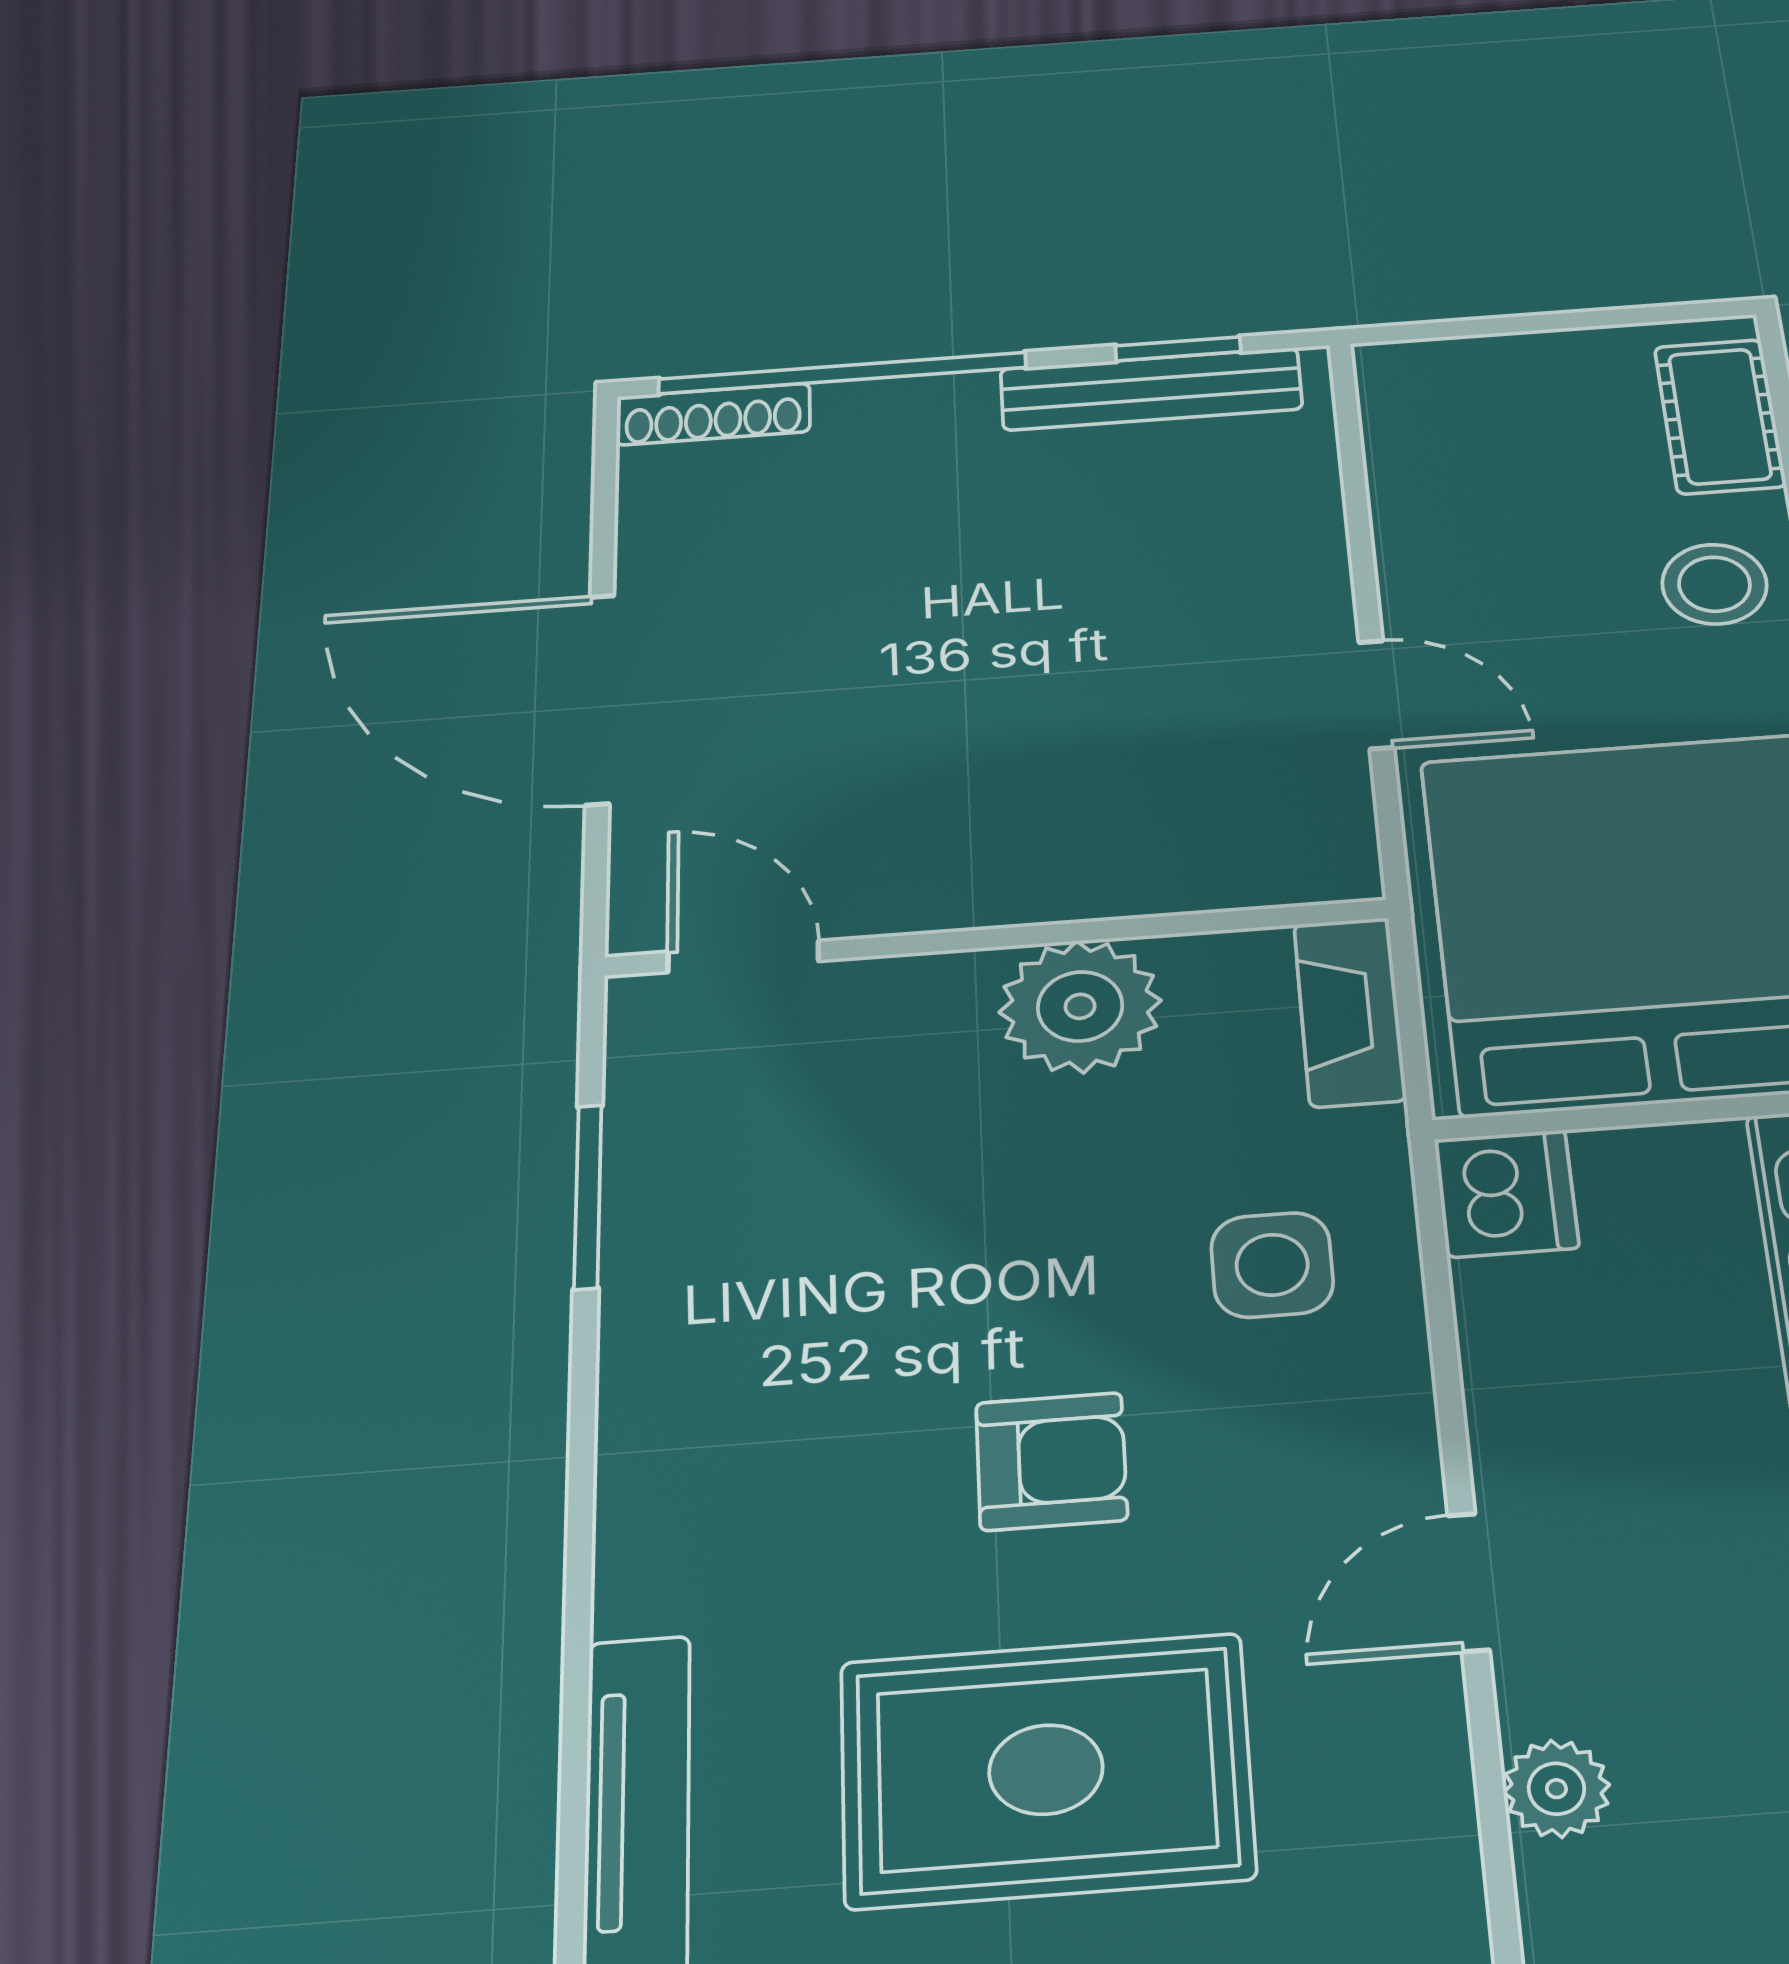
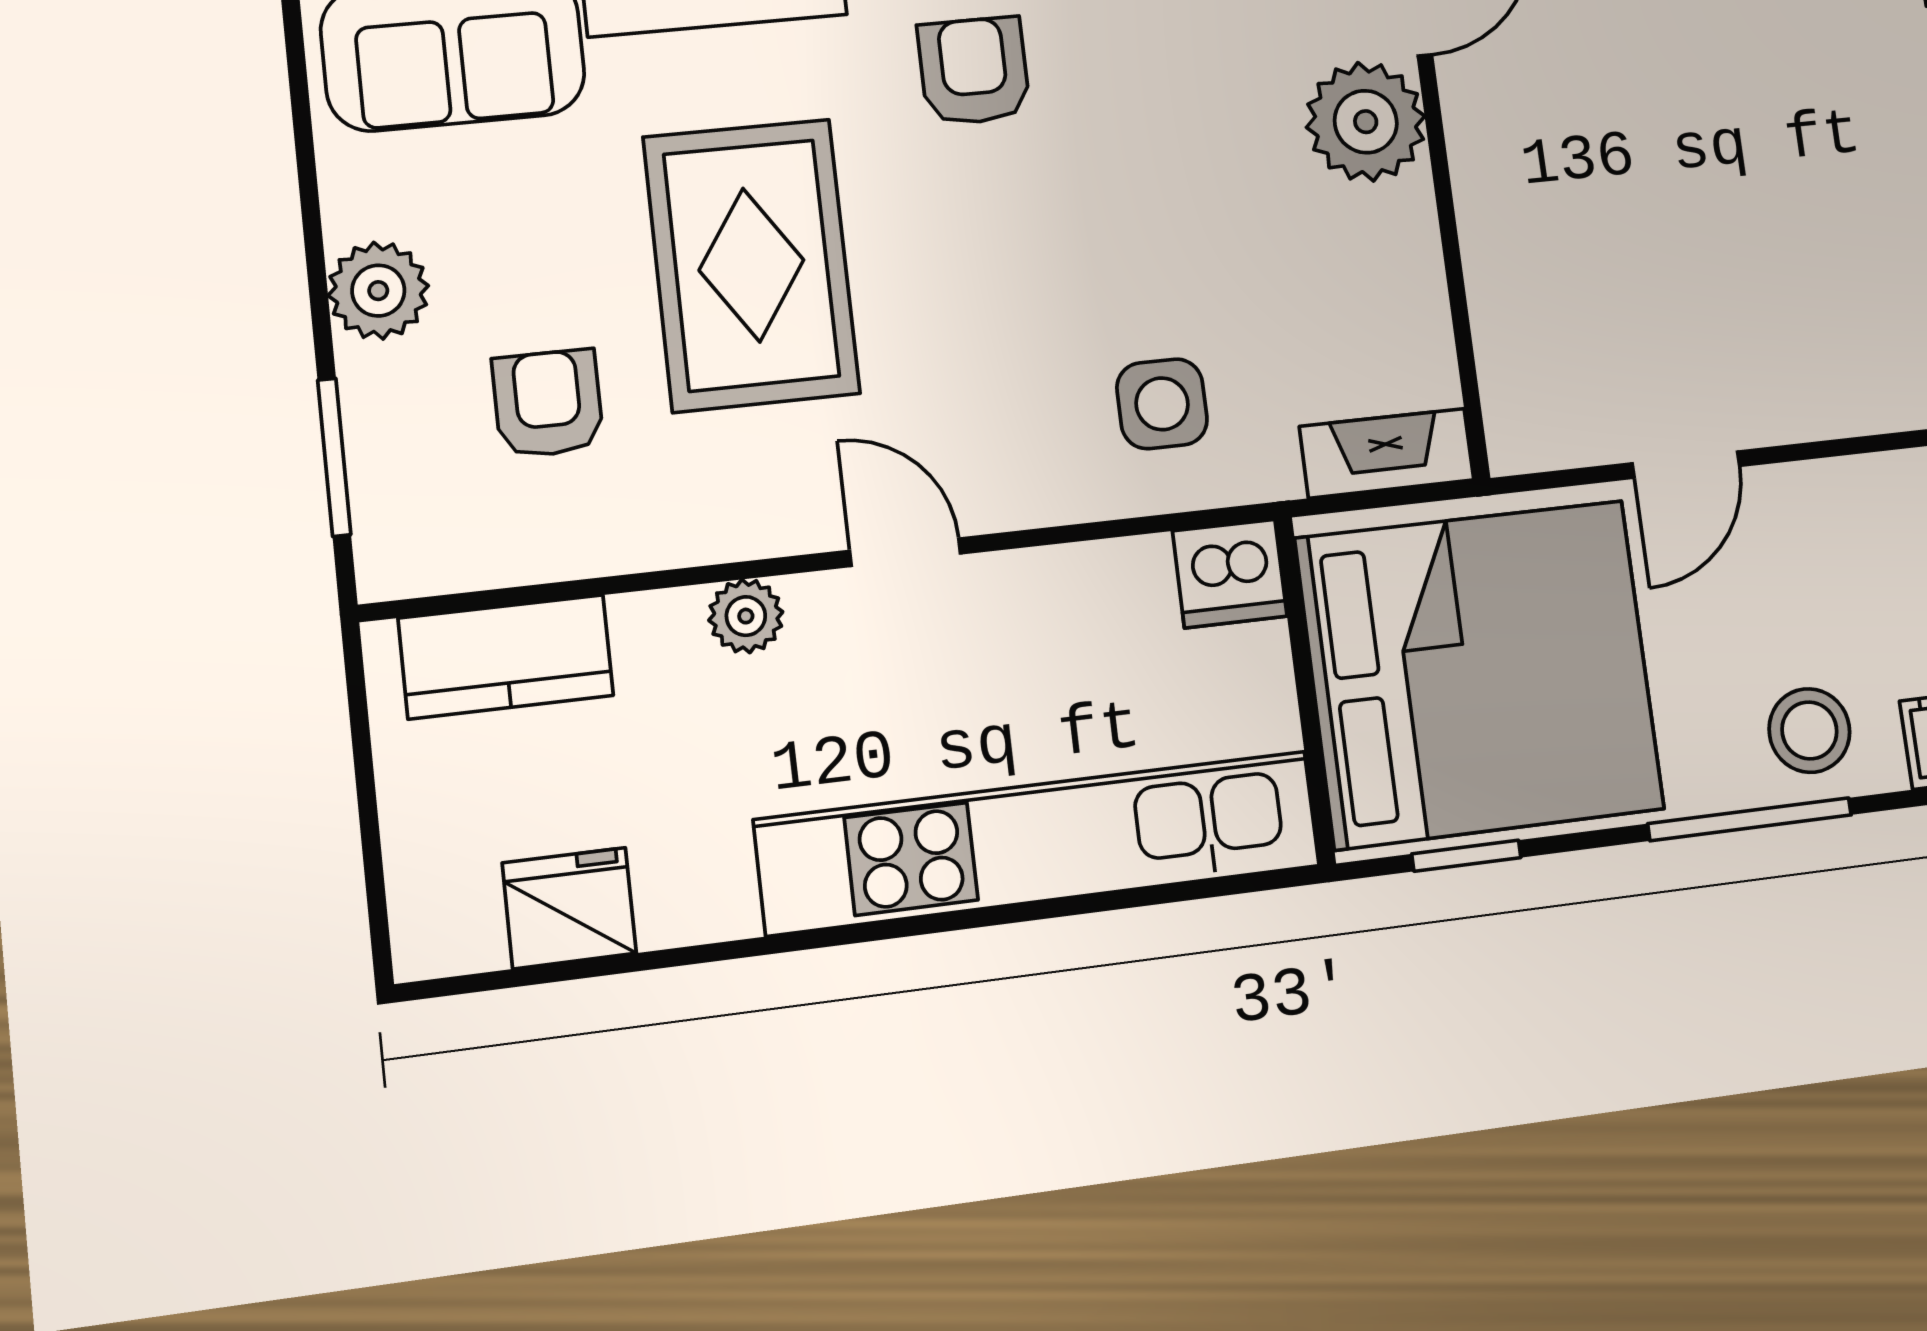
plant: (1080, 1006) -> (1366, 122), moved
armchair: (1051, 1461) -> (974, 71), moved, turned 180

